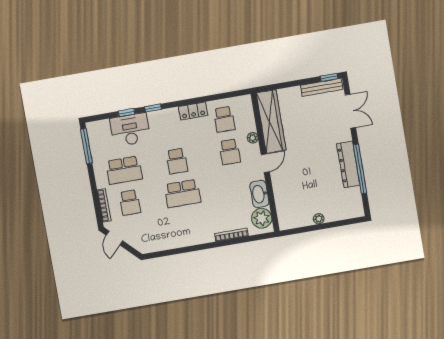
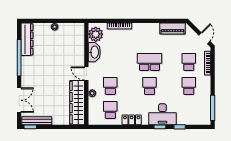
double door: (350, 111) -> (19, 100), swing flipped
desk: (130, 130) -> (162, 114), moved
door: (265, 163) -> (86, 73), hinge flipped
dresser: (348, 164) -> (27, 39), moved
school desk: (124, 170) -> (189, 86), width x0.54
piano: (160, 244) -> (172, 29), added

